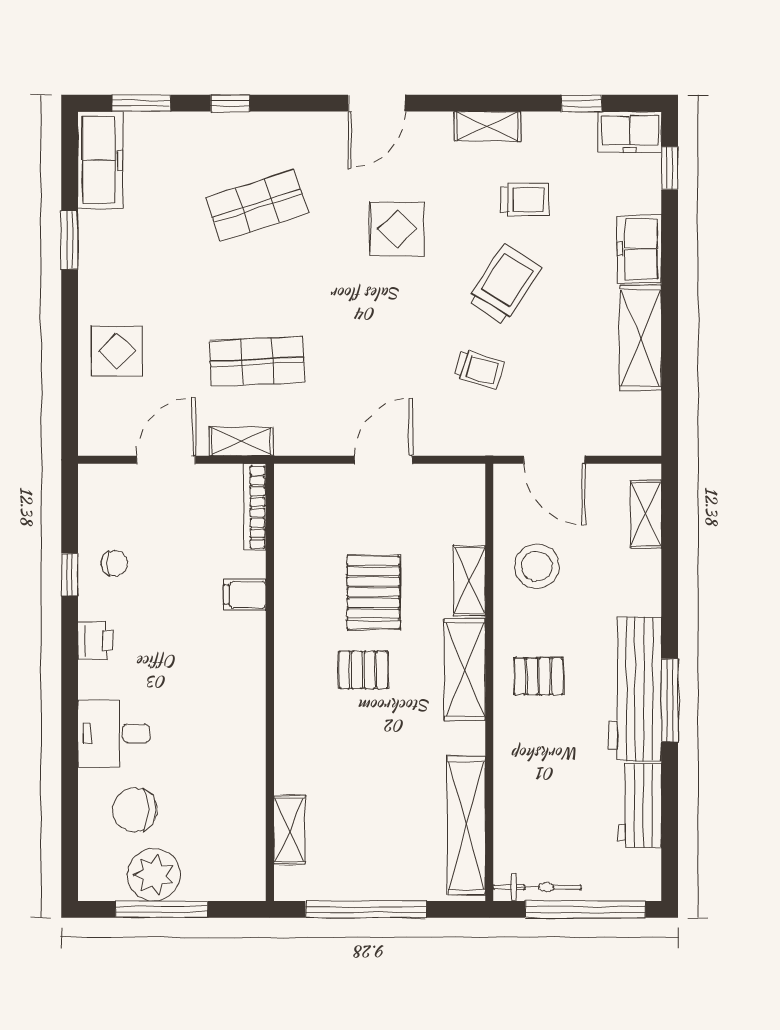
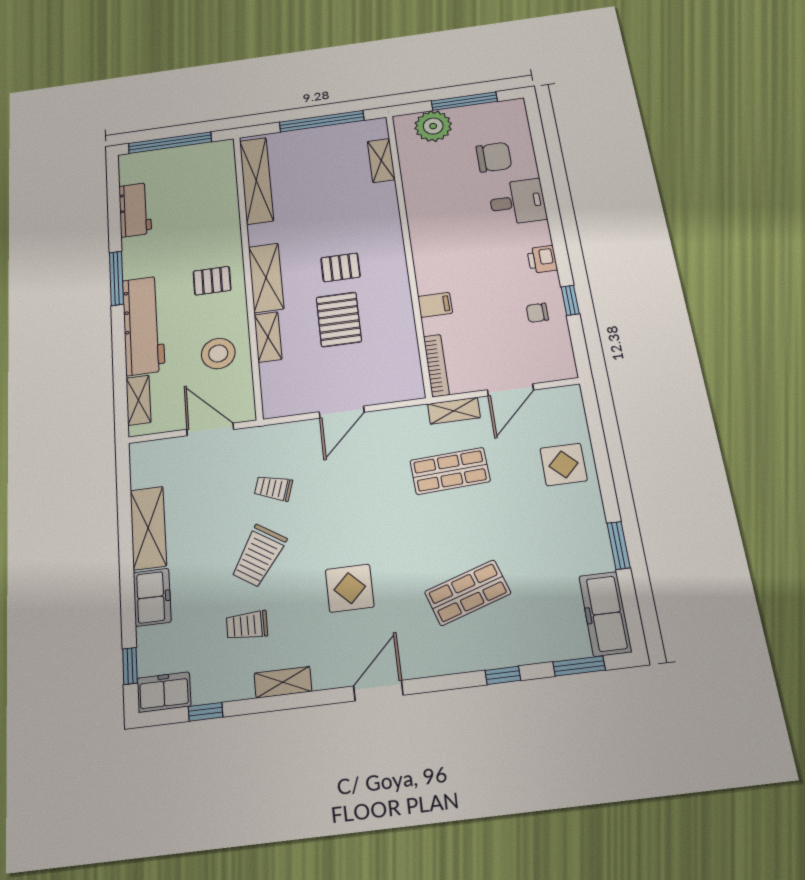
workbench: (635, 689) -> (143, 325), moved
plant: (154, 875) -> (433, 126), moved
bicycle: (537, 887) -> (204, 151), removed

